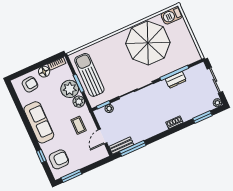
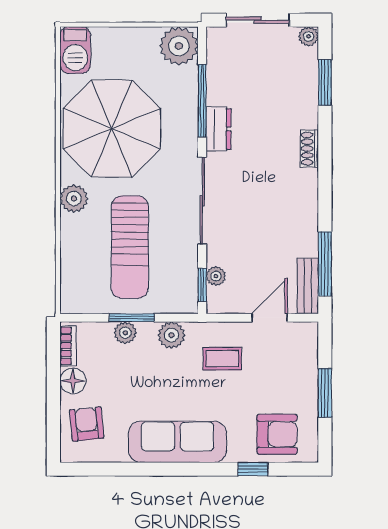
plant: (114, 41) -> (74, 199), added
plant: (191, 55) -> (179, 46), added
sun lounger: (89, 75) -> (130, 247), moved, turned -90
dresser: (176, 80) -> (219, 129), moved
plant: (70, 89) -> (125, 333), width x0.53, depth x0.53
door: (102, 136) -> (270, 318), swing flipped
armchair: (59, 159) -> (277, 434), turned 90
window: (71, 176) -> (325, 393), moved

